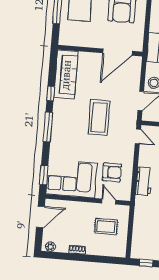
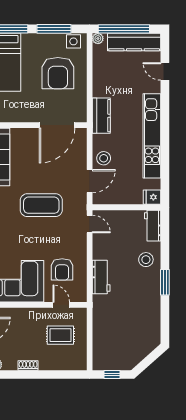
coffee table: (99, 117) -> (41, 205), turned 90
armchair: (112, 172) -> (62, 269), turned 90

